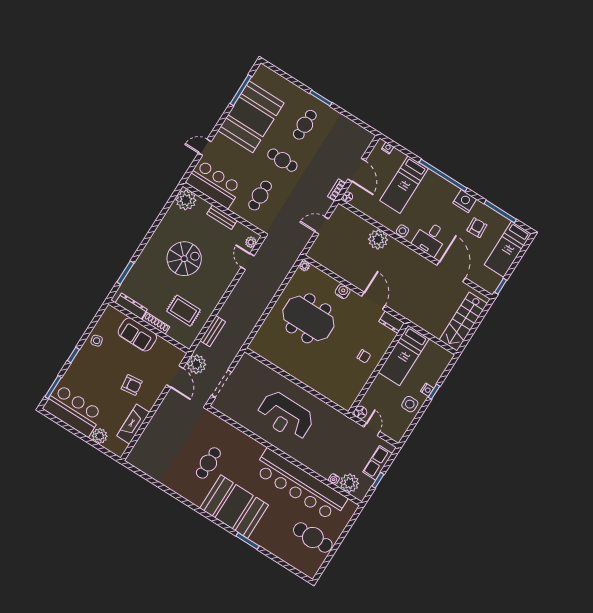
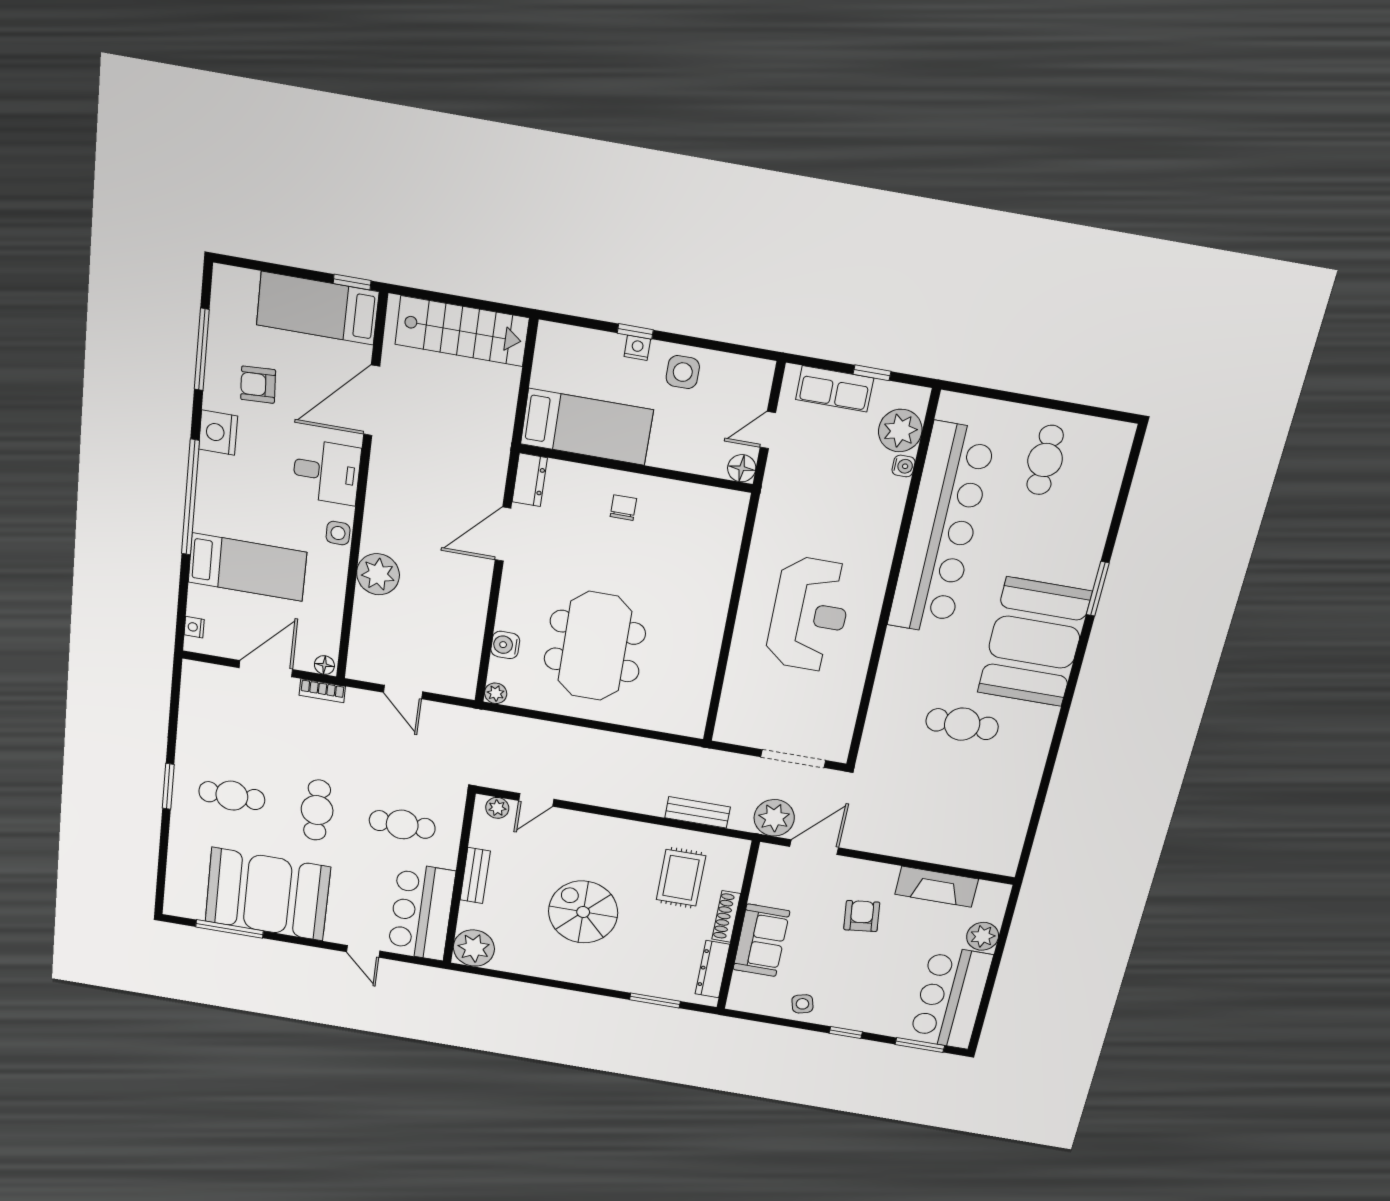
bed: (508, 249) -> (318, 308), moved, turned 180
water cooler: (343, 291) -> (505, 645), moved
cafe table: (313, 537) -> (1045, 460), width x0.73, depth x0.74

